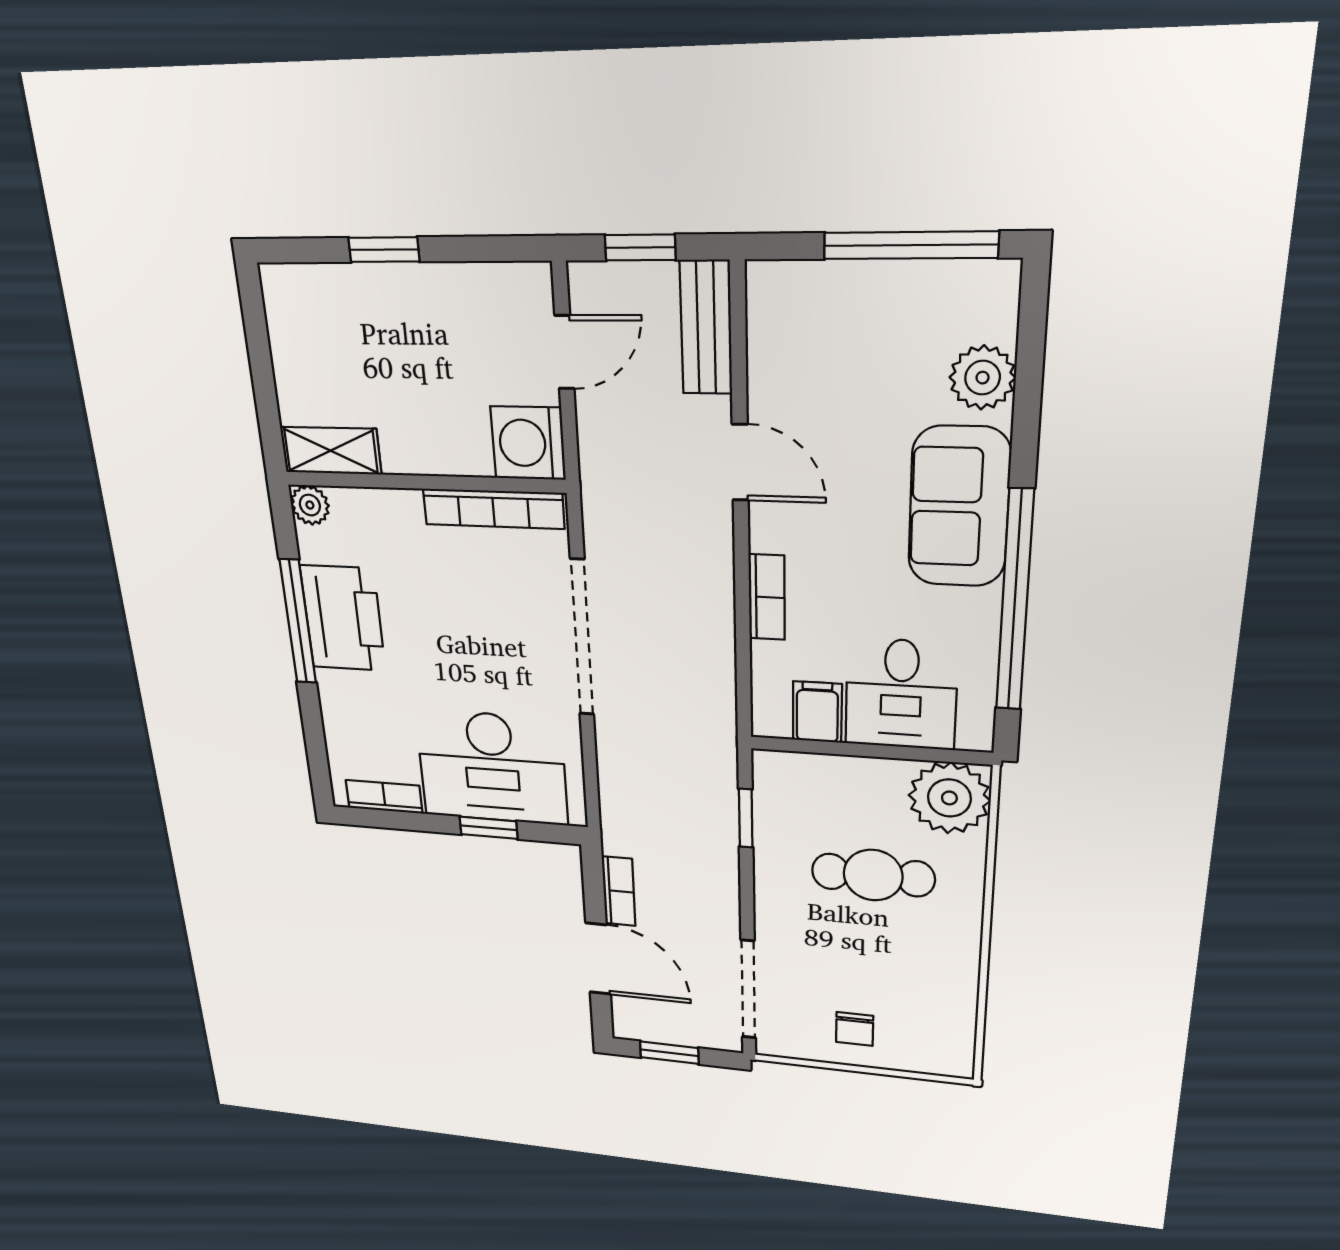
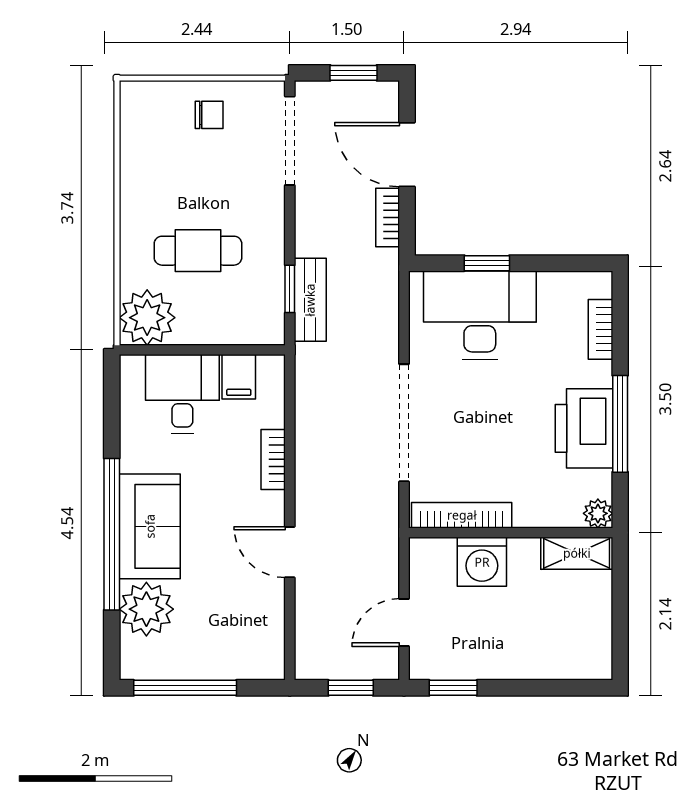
window: (384, 250) -> (453, 688), moved
bench: (706, 328) -> (310, 300), moved
plant: (983, 378) -> (146, 609), width x1.36, depth x1.36
washing machine: (528, 443) -> (482, 562), moved, turned 90
window: (1015, 602) -> (112, 534), moved
bookcase: (384, 797) -> (600, 329), moved, turned 90
chair: (855, 1029) -> (209, 115), turned 90

